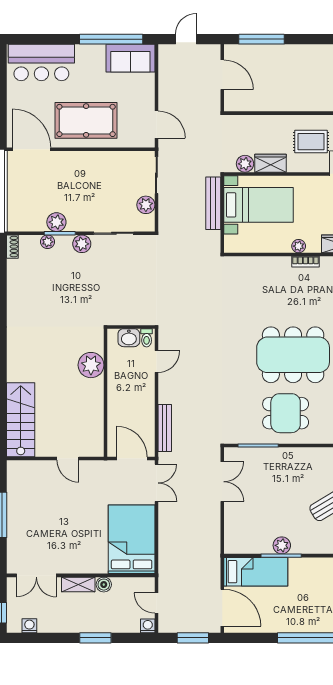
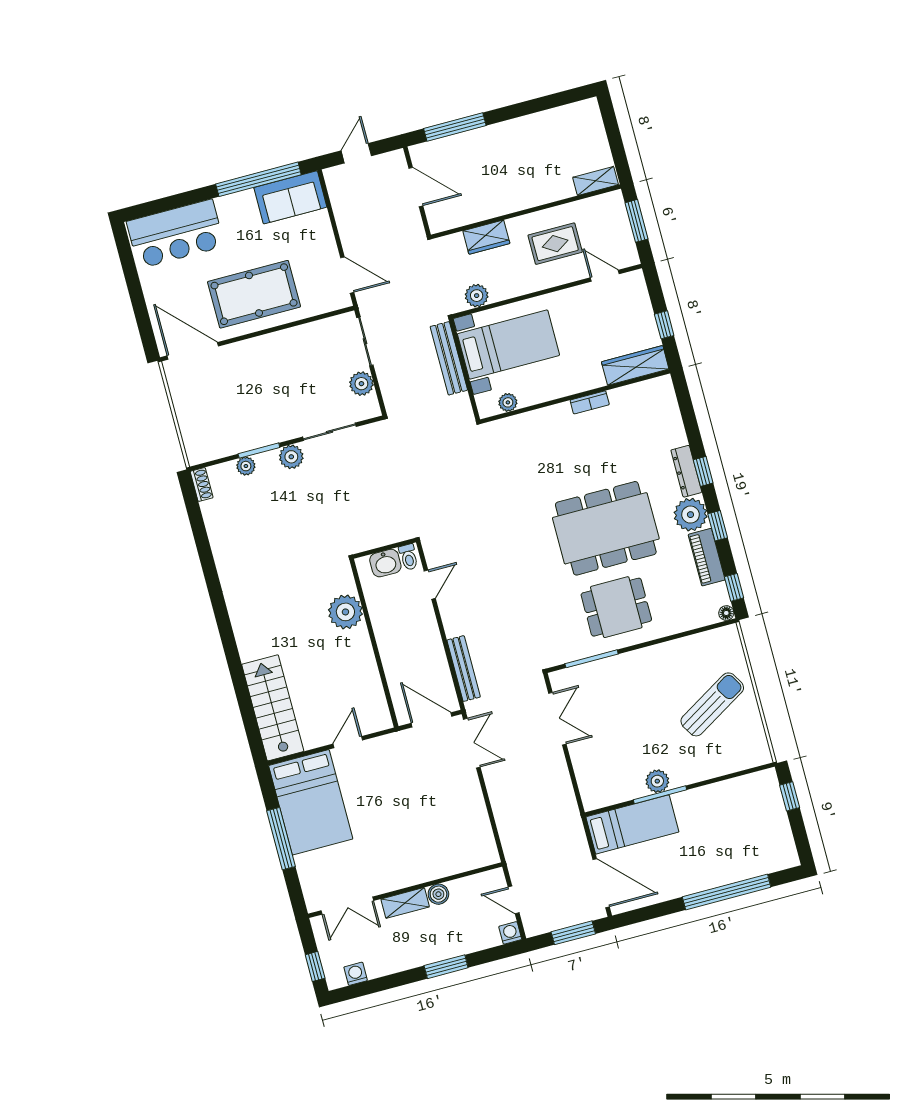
wardrobe: (270, 163) -> (486, 237), moved, turned 180
plant: (56, 222) -> (251, 437), removed
plant: (299, 246) -> (508, 402), moved
door: (68, 459) -> (348, 742), swing flipped
bed: (132, 539) -> (311, 802), moved, turned 180

